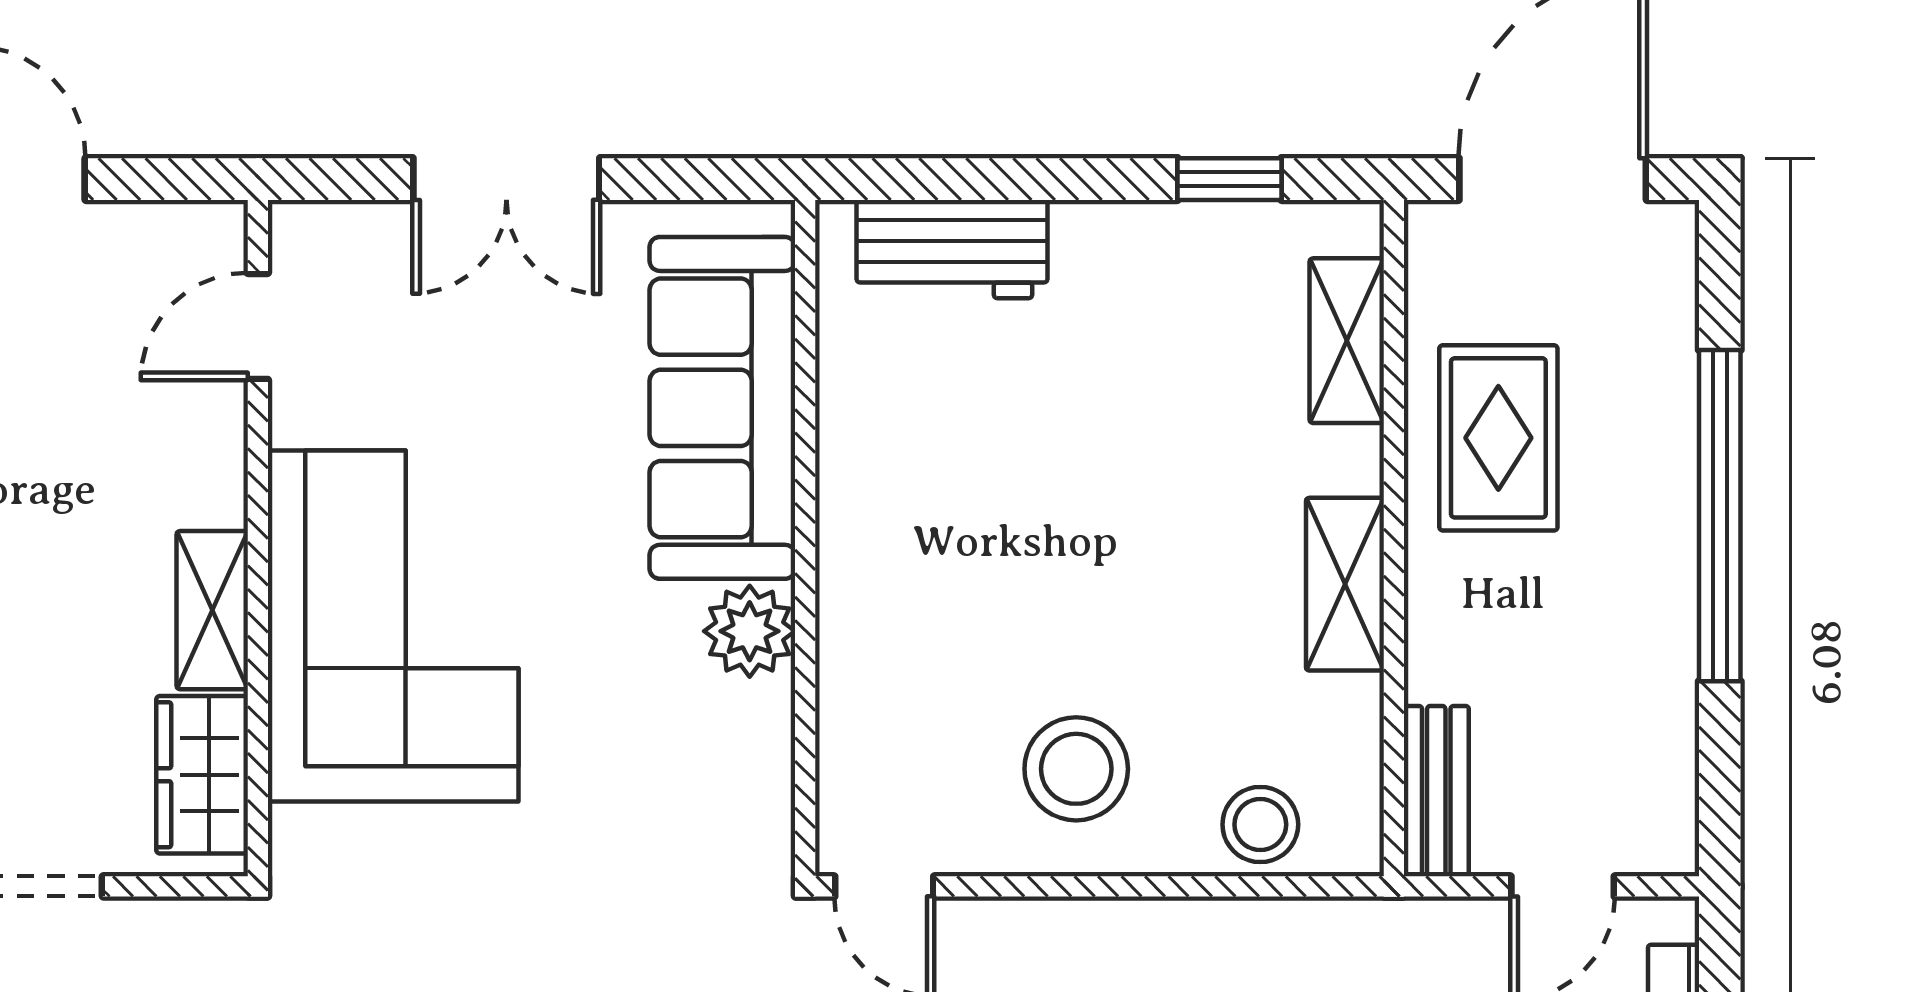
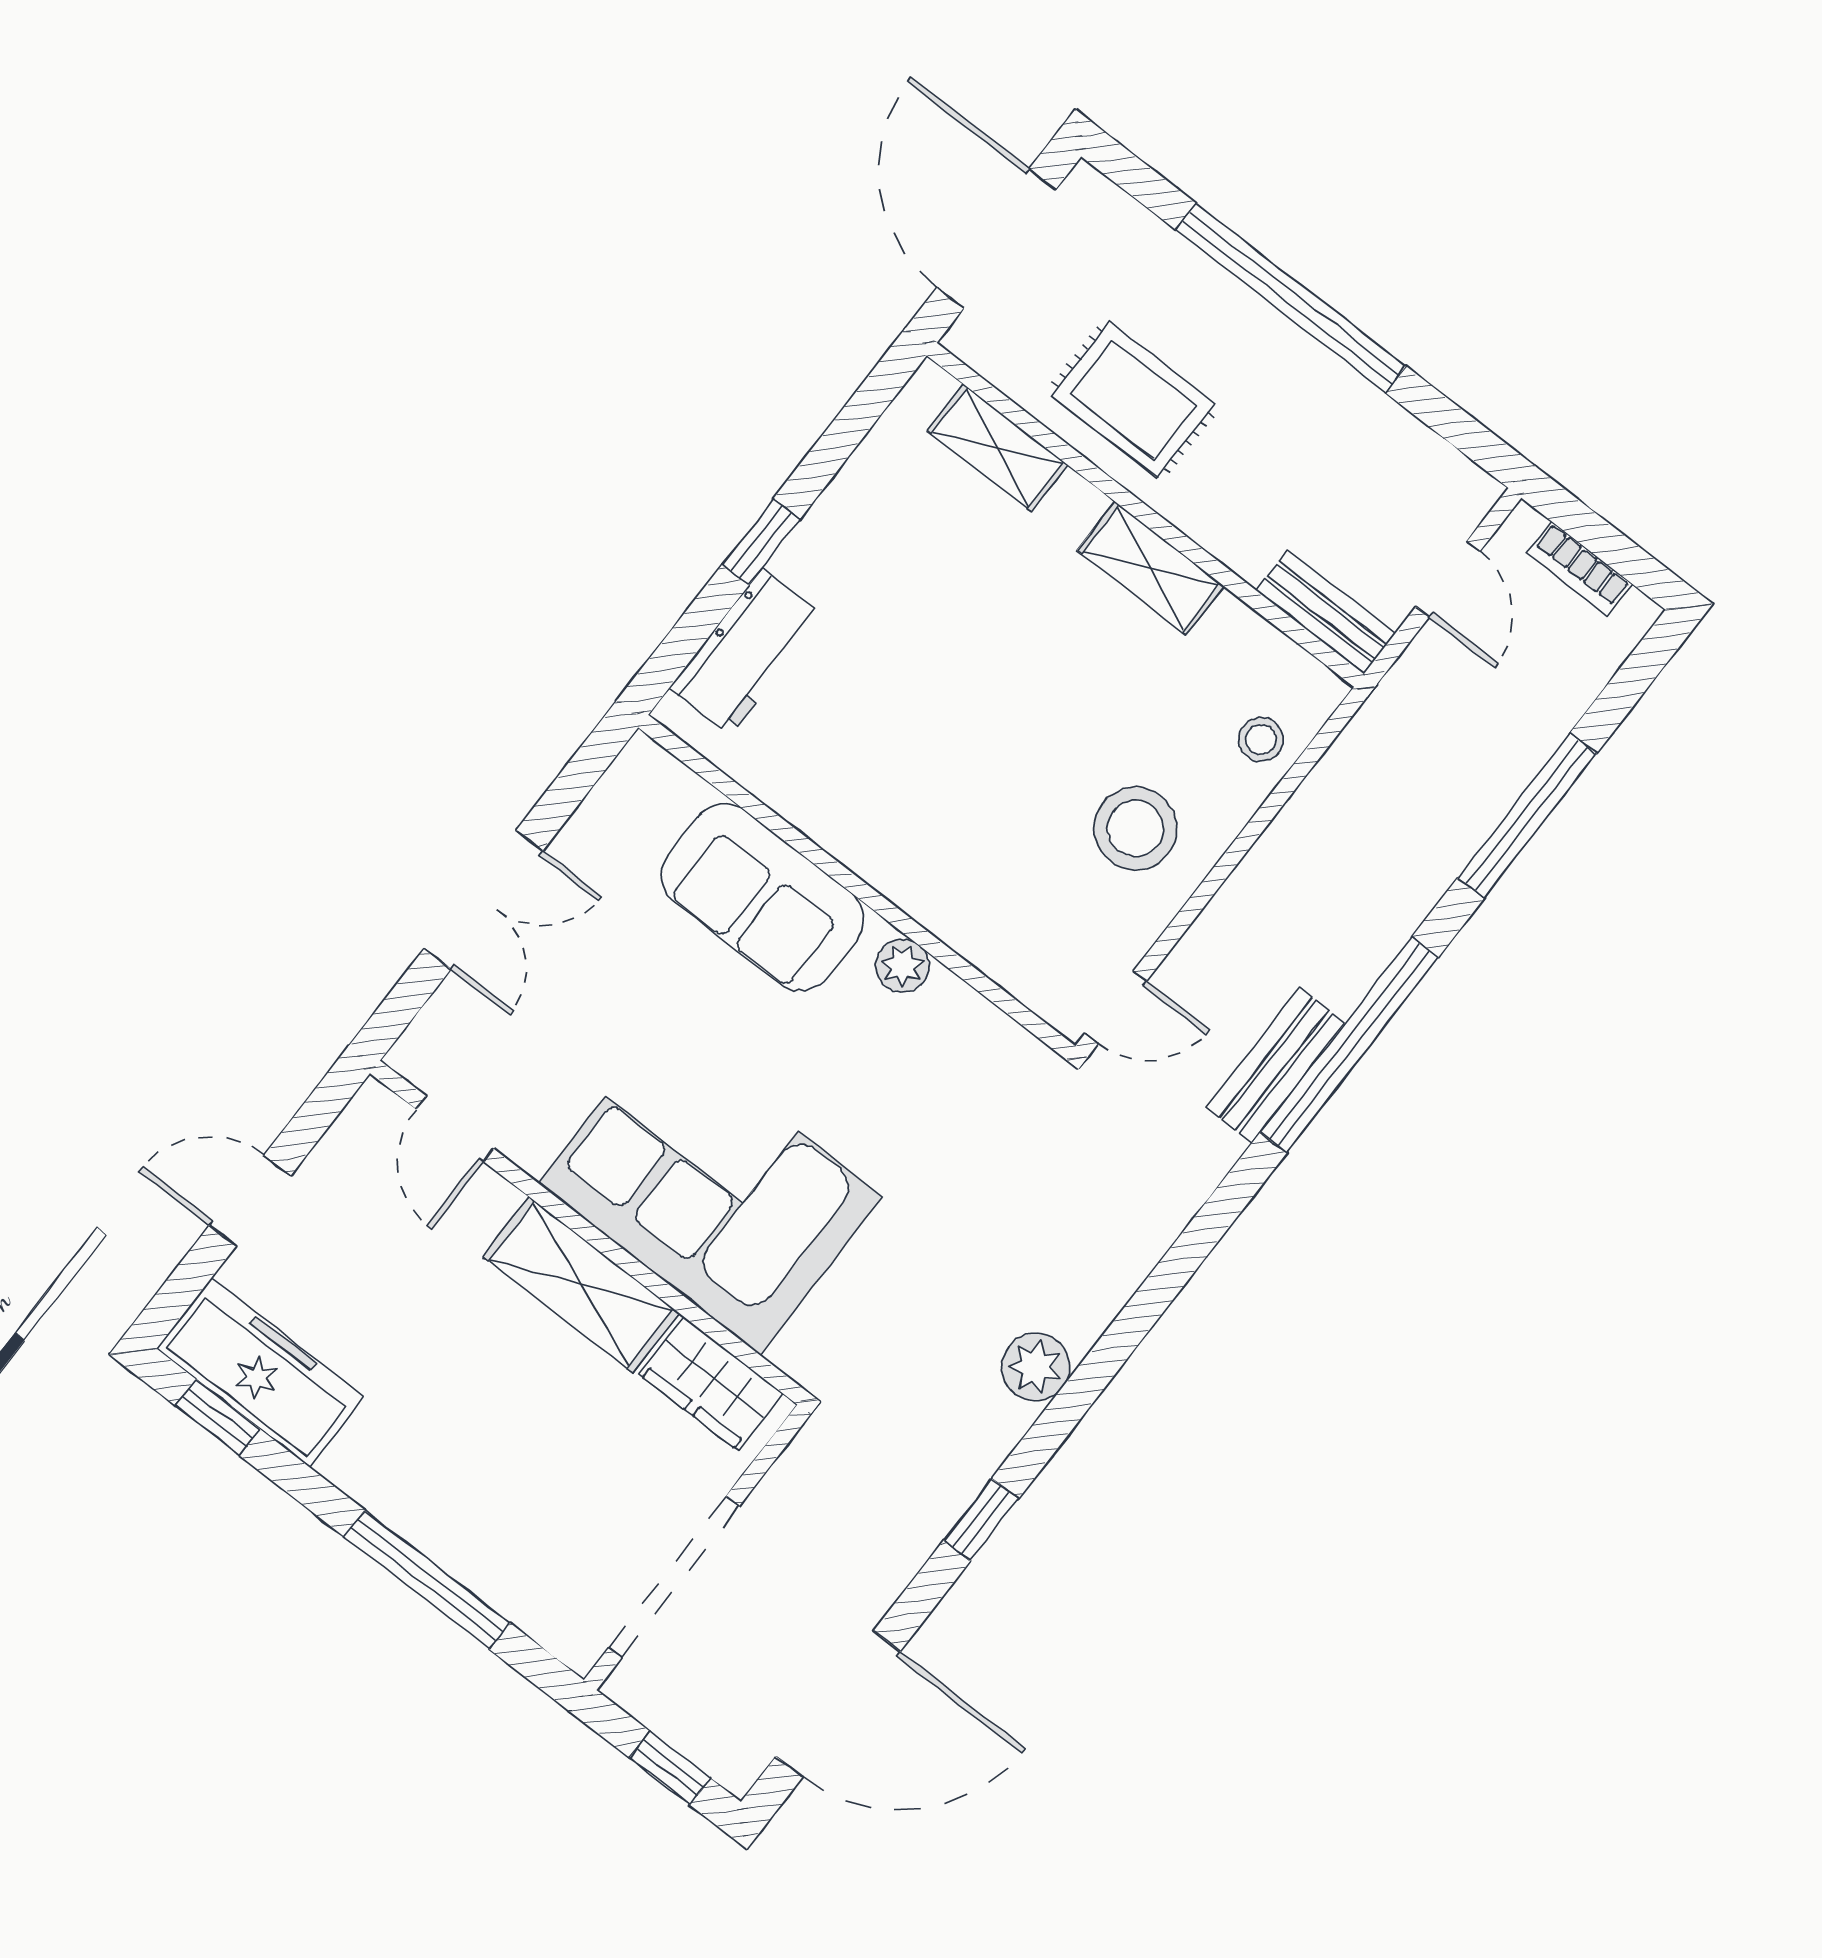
window: (1229, 179) -> (761, 542), moved
sofa: (722, 408) -> (763, 897), width x0.73
shelving: (212, 610) -> (581, 1285), width x1.50, depth x1.33
plant: (750, 631) -> (902, 966), width x0.73, depth x0.73
stool: (1260, 825) -> (1261, 740), width x0.73, depth x0.73

